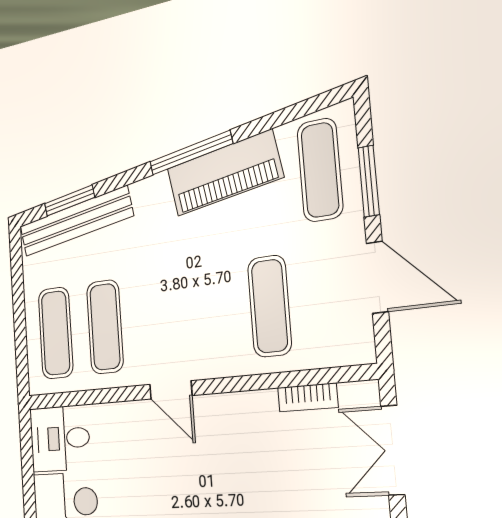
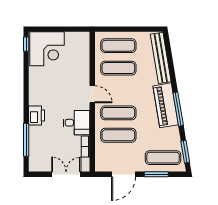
piano: (224, 173) -> (166, 105), moved
window: (69, 200) -> (185, 152), moved
exercise mat: (212, 313) -> (118, 113), added
door: (171, 390) -> (92, 94), swing flipped
desk: (60, 439) -> (76, 123), moved, turned 90

